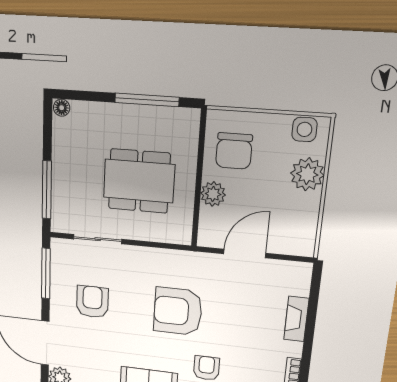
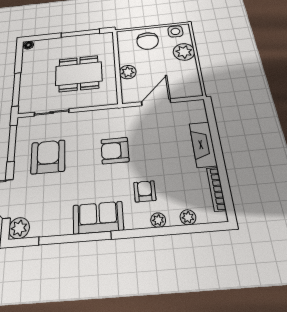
chair: (234, 151) -> (148, 41), moved
armchair: (92, 302) -> (48, 157), width x1.36, depth x1.36
armchair: (178, 311) -> (115, 151), width x0.73, depth x0.73
fireplace: (296, 319) -> (203, 144), width x1.37, depth x1.32

